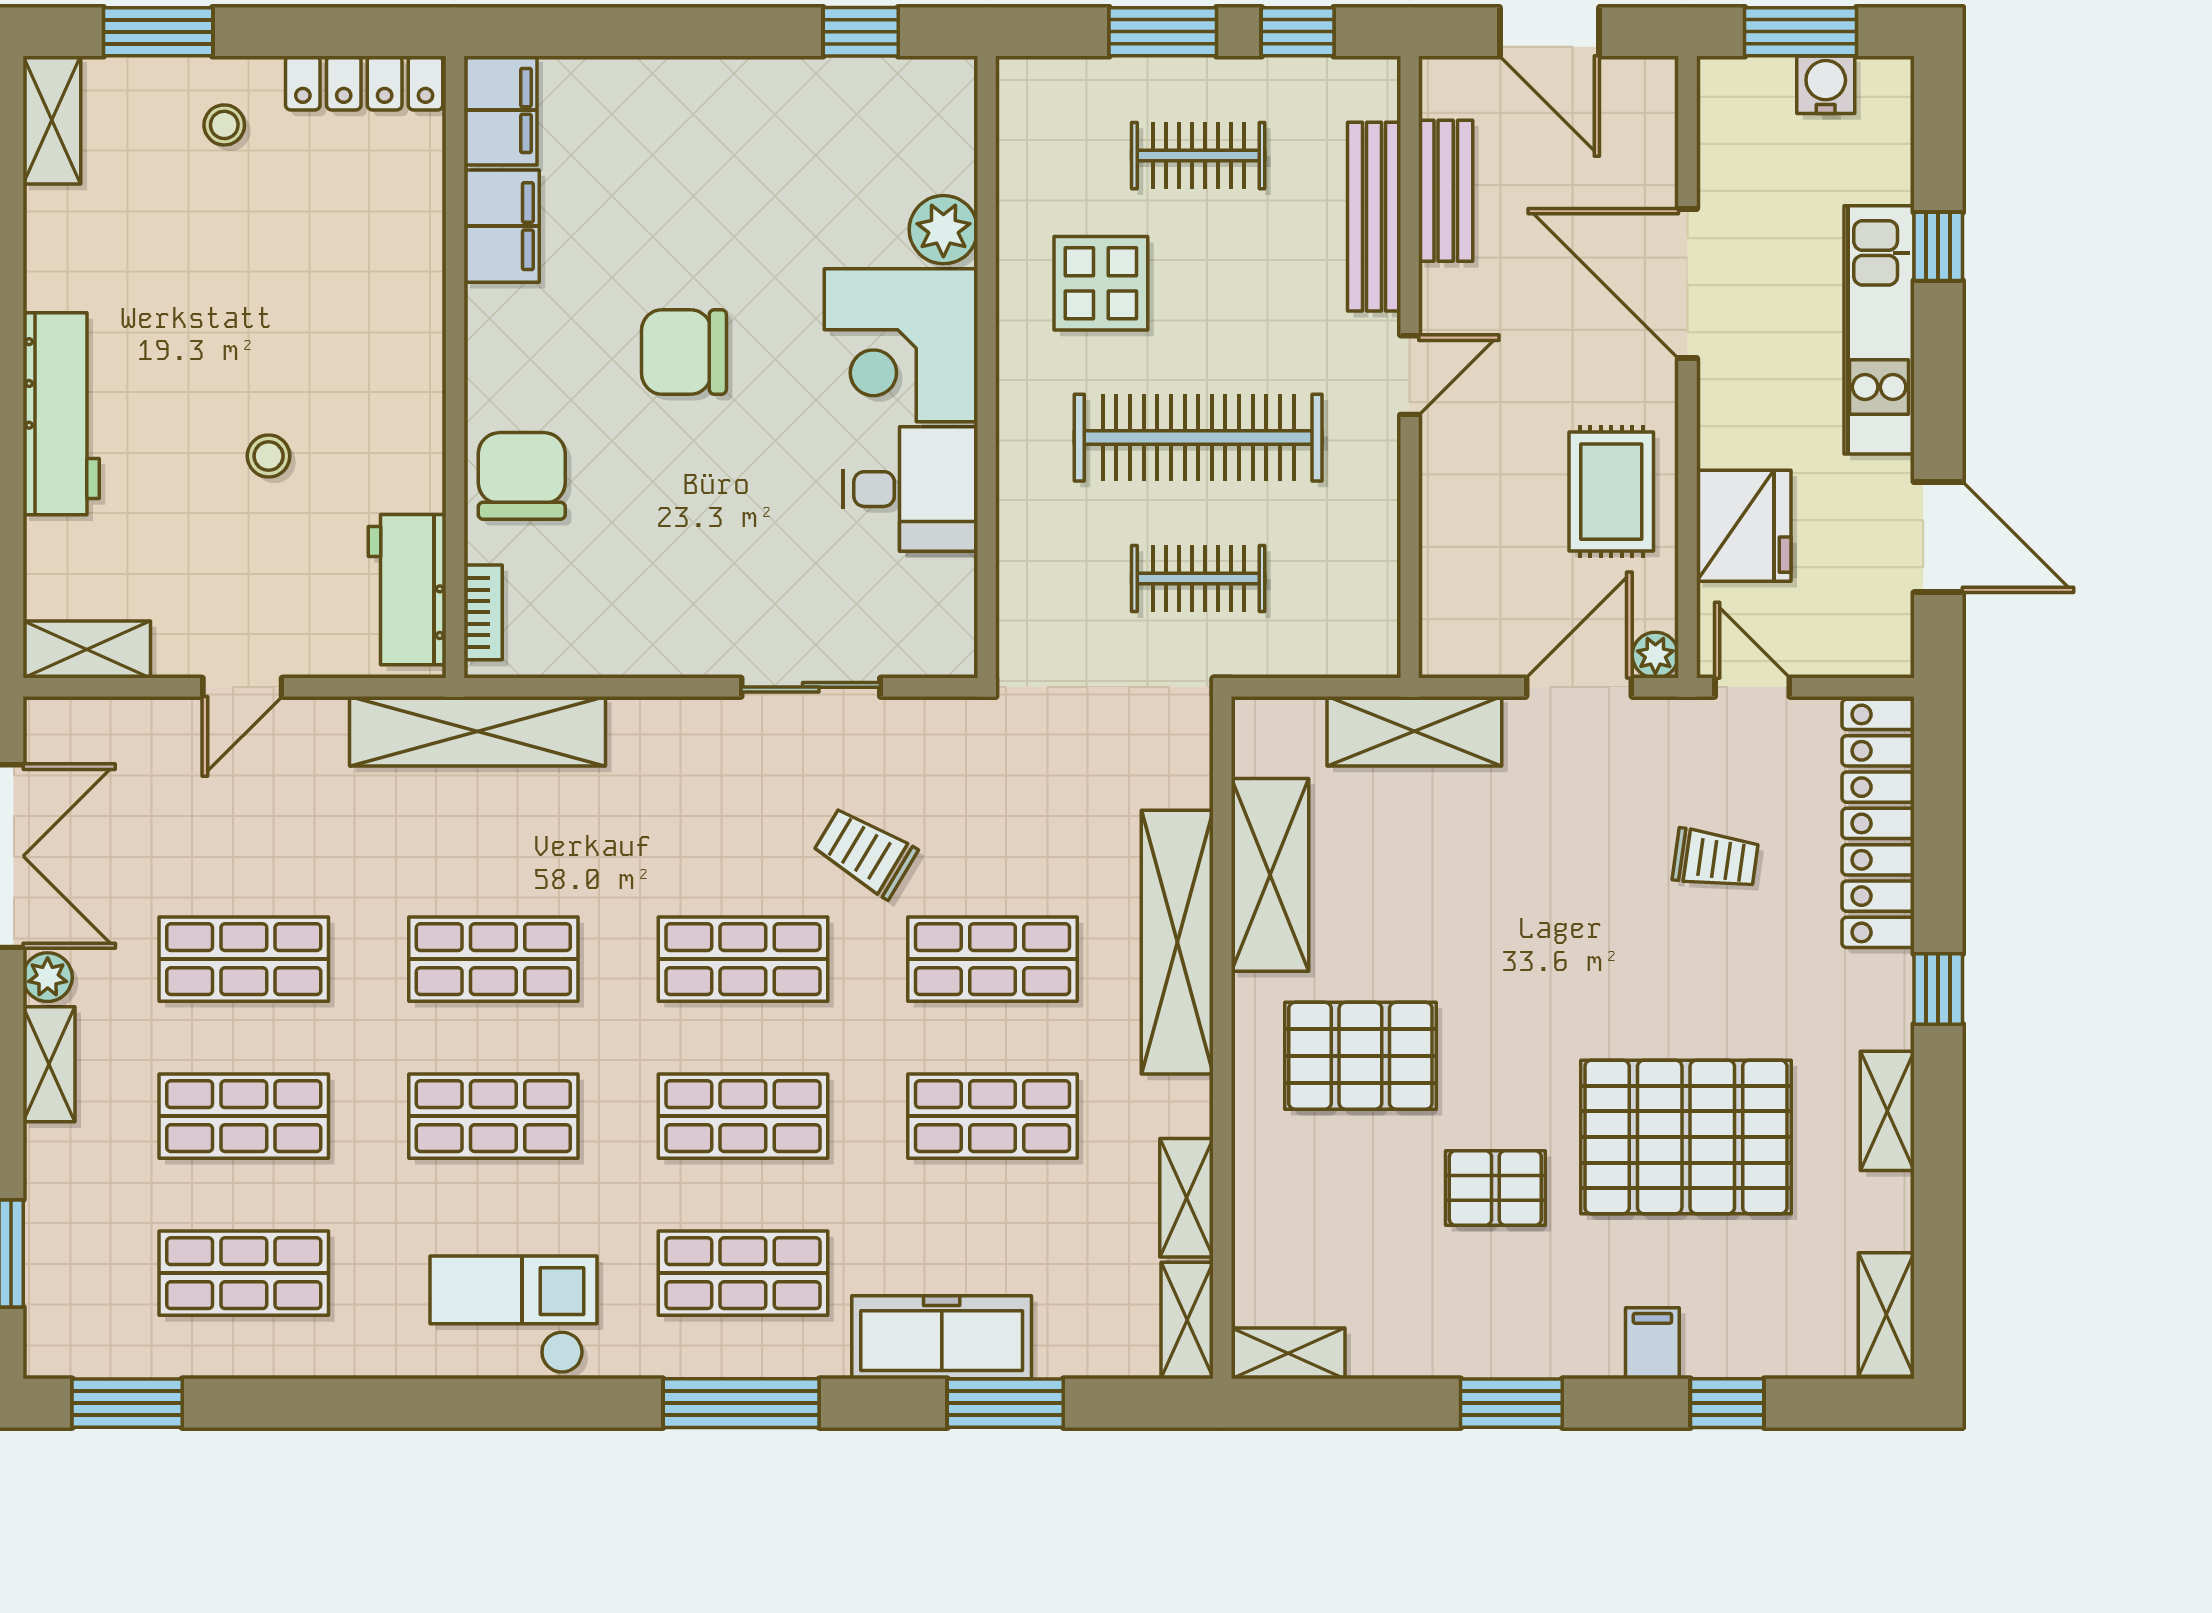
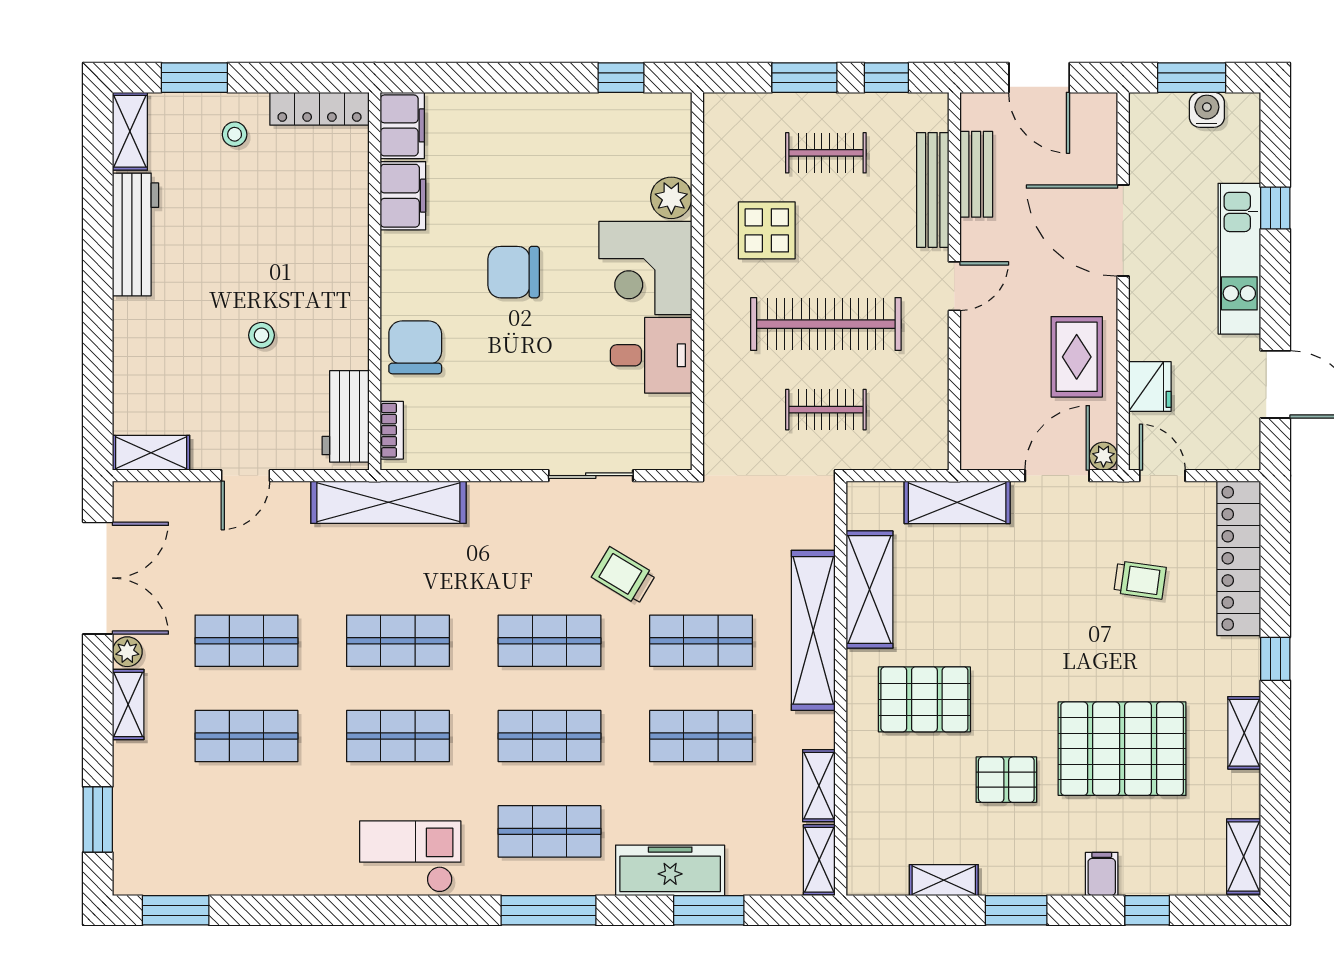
workbench: (61, 414) -> (135, 234), moved
fridge: (1744, 526) -> (1150, 387), width x0.73, depth x0.75
shop shelf: (244, 1273) -> (246, 831), removed
shelving: (1288, 1353) -> (944, 880), moved

